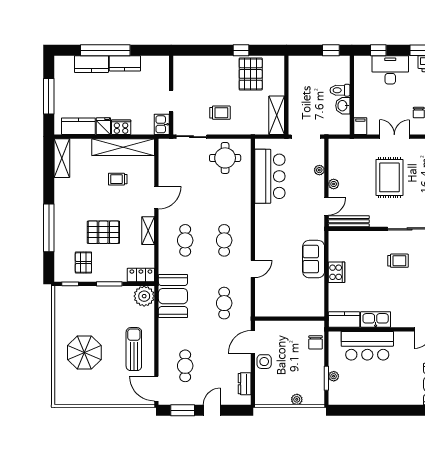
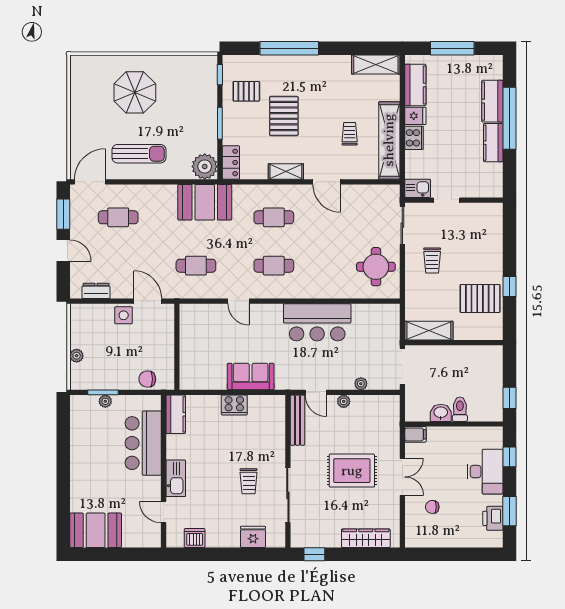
bar counter: (270, 176) -> (317, 322), moved
kitchen sink: (376, 319) -> (176, 478), moved

